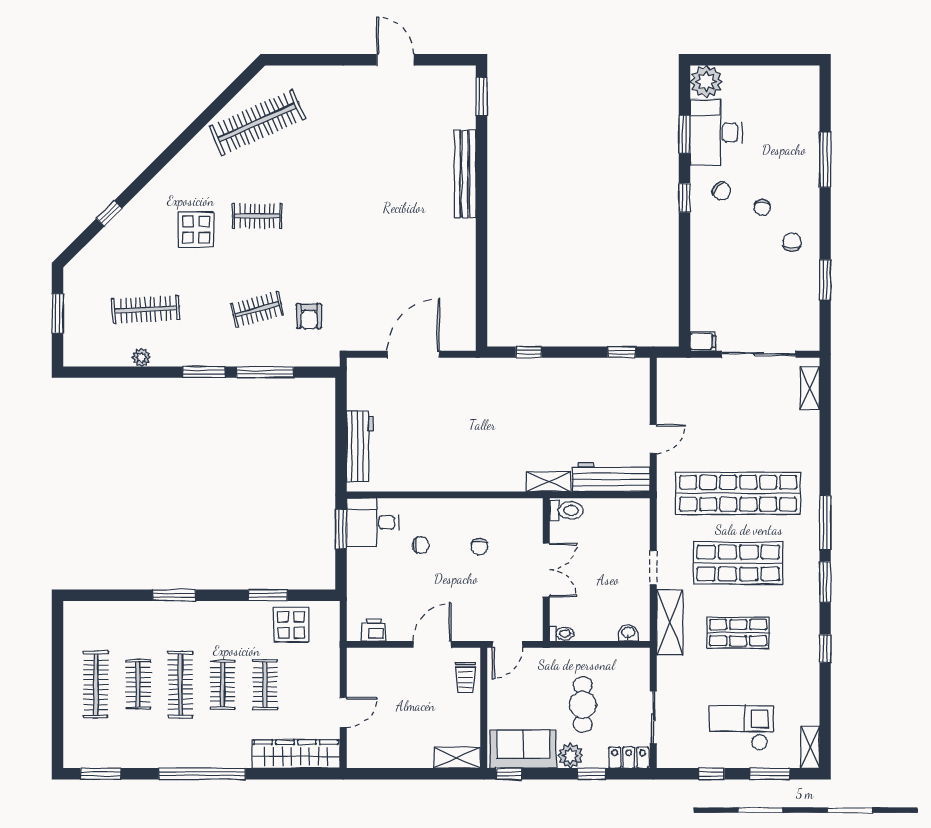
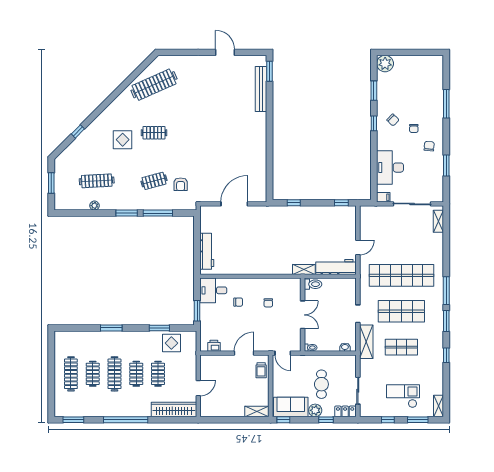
desk: (716, 132) -> (390, 168), moved
bench: (465, 174) -> (261, 89), moved
window: (341, 529) -> (197, 311), moved
door: (507, 644) -> (283, 353), hinge flipped

